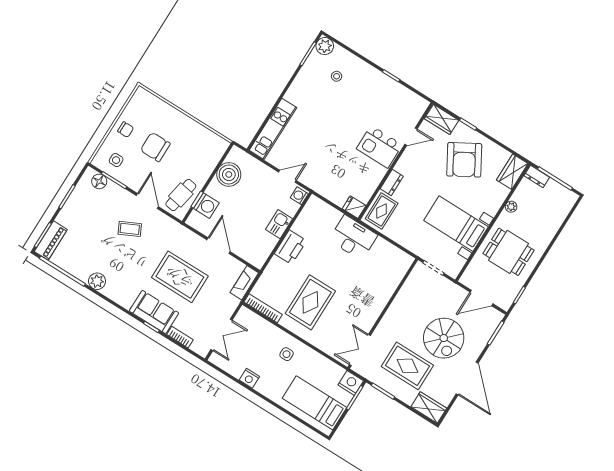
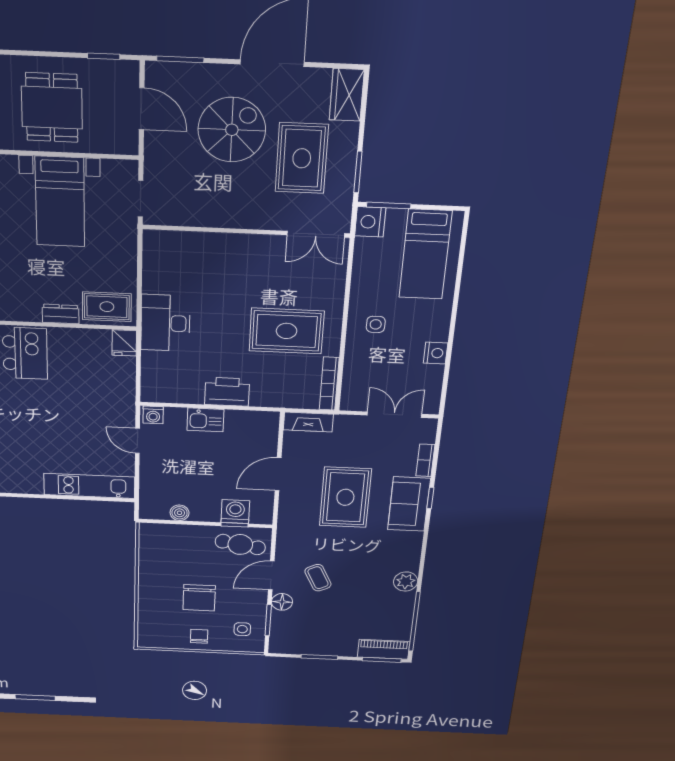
boiler: (229, 174) -> (180, 513), width x0.54, depth x0.54
floor lamp: (99, 181) -> (282, 602), moved

